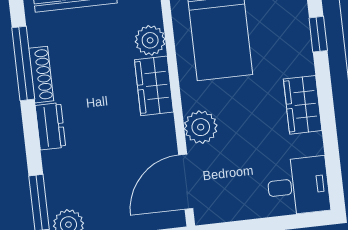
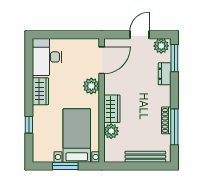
dresser: (50, 126) -> (165, 74), moved
desk: (298, 186) -> (47, 57), width x1.37

